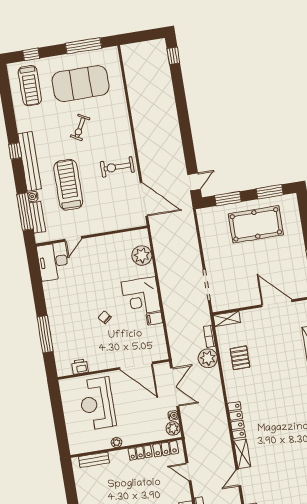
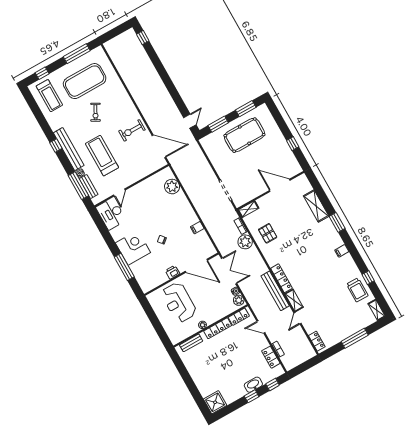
corner desk: (141, 296) -> (133, 248), moved, turned 180
printer: (80, 367) -> (172, 272), moved
bench: (223, 433) -> (275, 291), added
locker: (140, 453) -> (218, 328), width x1.53

